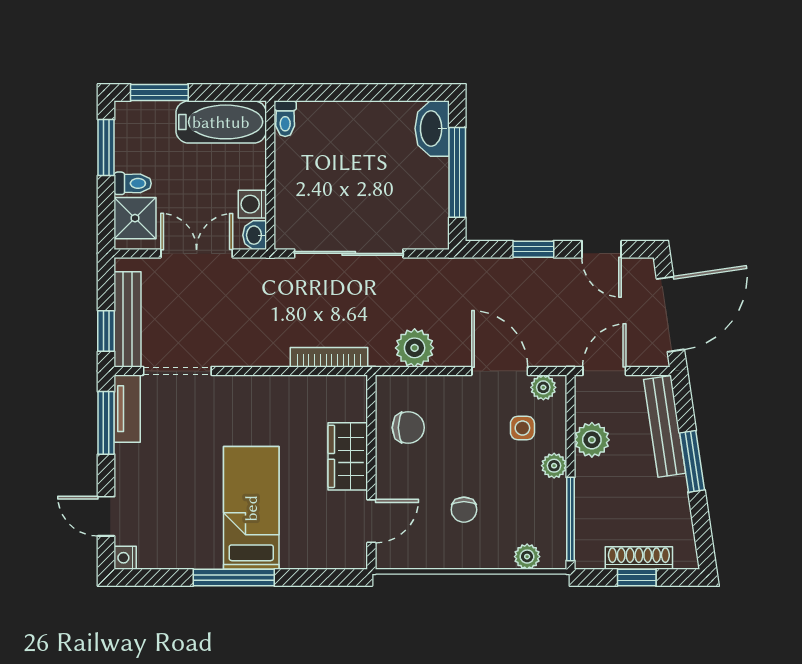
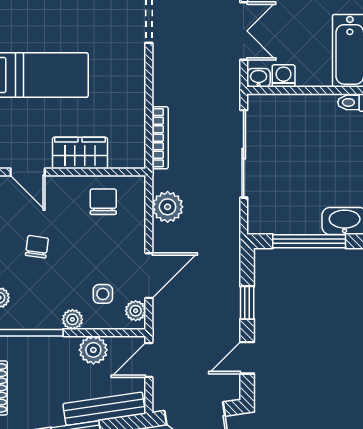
door: (604, 371) -> (149, 360), swing flipped
chair: (408, 428) -> (103, 202), turned 180
chair: (464, 510) -> (37, 247), turned 98

